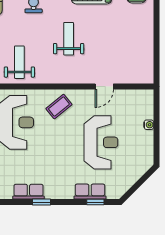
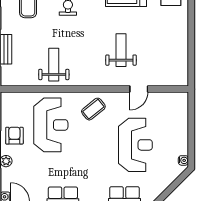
weight bench: (69, 39) -> (121, 50), moved
water cooler: (149, 125) -> (183, 160), moved

